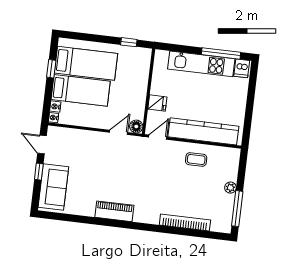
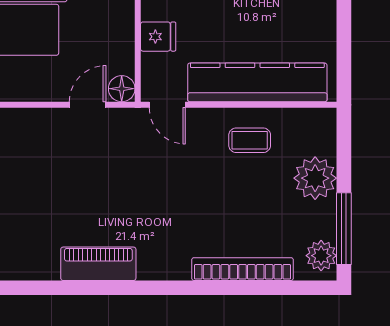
door: (158, 137) -> (167, 105), swing flipped
plant: (230, 188) -> (315, 178), width x1.87, depth x1.87
plant: (225, 221) -> (321, 256), added

